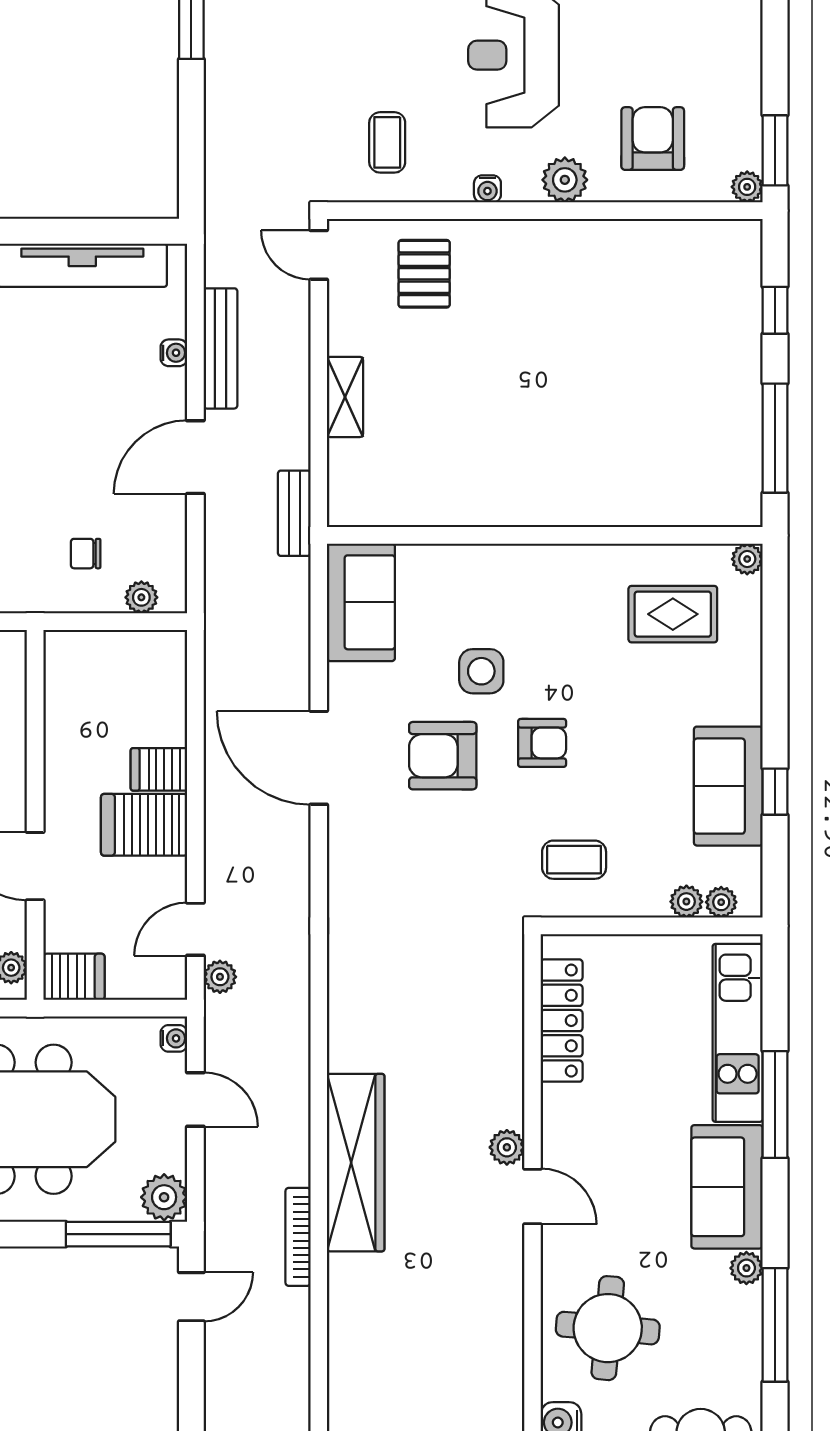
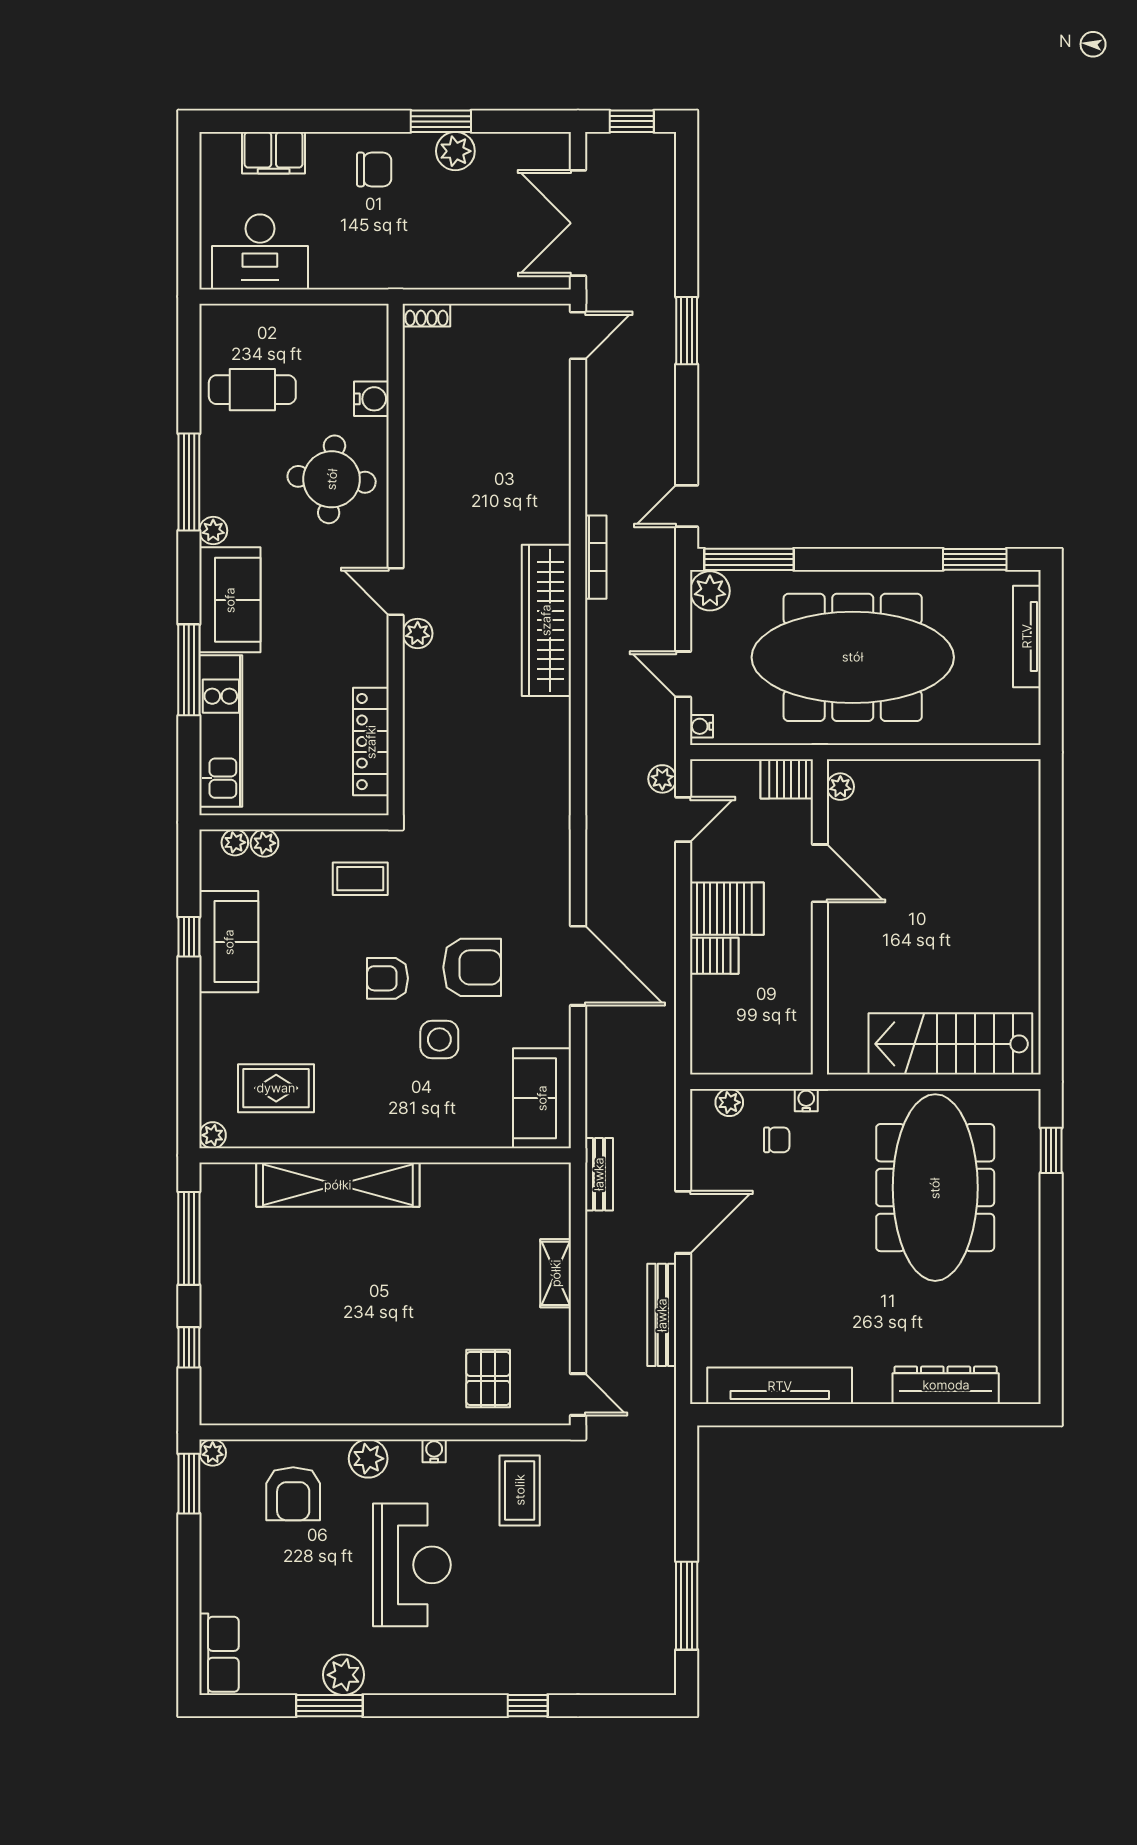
coffee table: (387, 142) -> (520, 1490), width x1.36, depth x1.30
water cooler: (174, 353) -> (806, 1100), moved, turned 90
shelving: (600, 501) -> (338, 1185), added

